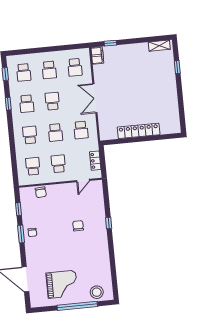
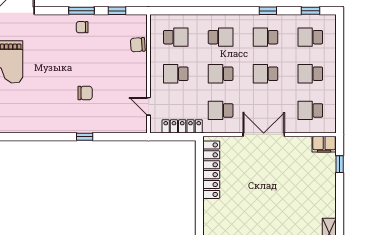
school desk: (52, 101) -> (265, 74), turned 180
locker: (139, 131) -> (211, 170), moved
locker: (95, 161) -> (182, 126), width x1.53
school desk: (58, 164) -> (176, 74), turned 180

